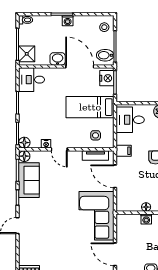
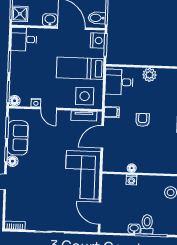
side table: (96, 135) -> (85, 96), width x1.87, depth x1.87
floor lamp: (24, 156) -> (12, 161), moved
door: (115, 176) -> (102, 137), hinge flipped

